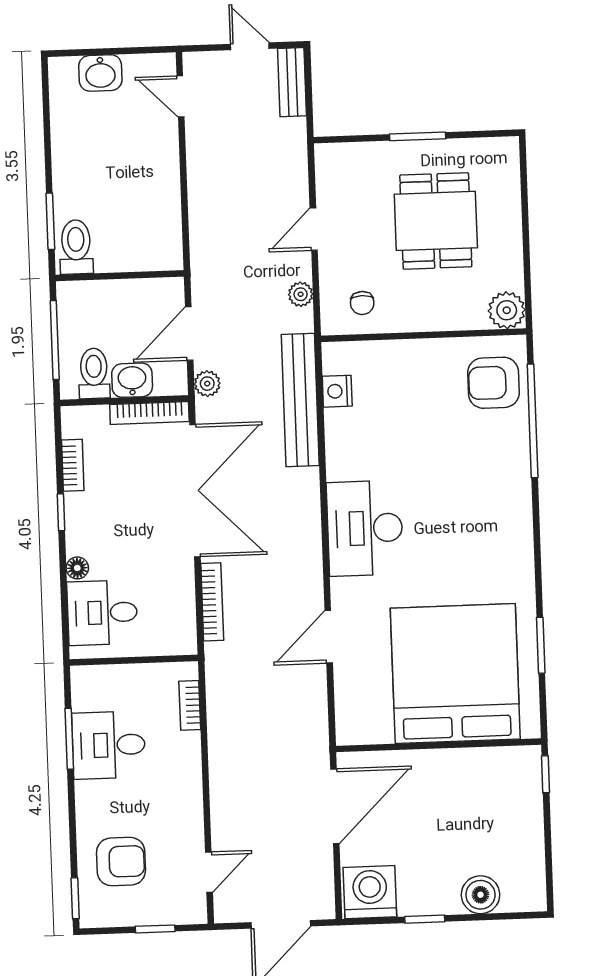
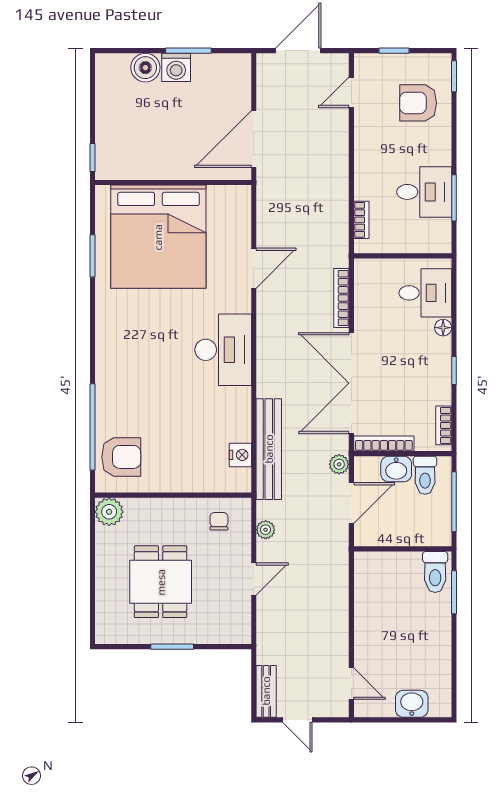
bookcase: (73, 465) -> (444, 425), moved
washing machine: (370, 892) -> (176, 67), moved, width x0.73, depth x0.73
window: (425, 919) -> (189, 51), width x1.50

